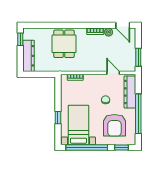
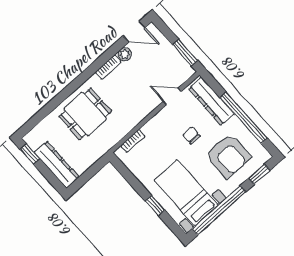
dining table: (64, 44) -> (85, 114), turned 90

